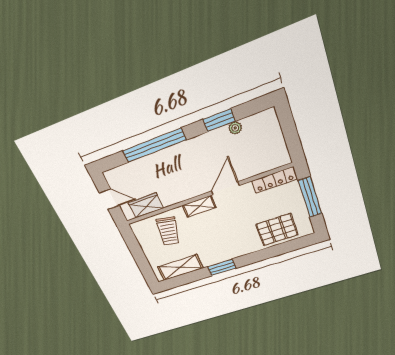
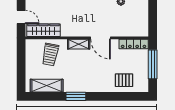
door: (225, 188) -> (101, 38), swing flipped
wardrobe: (146, 205) -> (43, 30), width x1.50
pallet: (277, 230) -> (124, 80), width x0.67, depth x0.71

